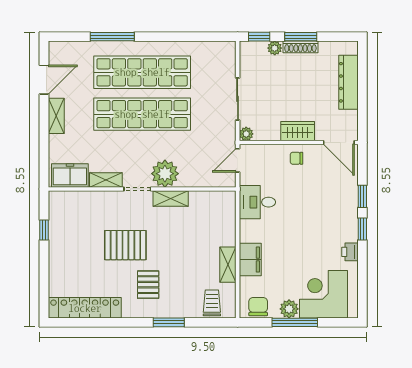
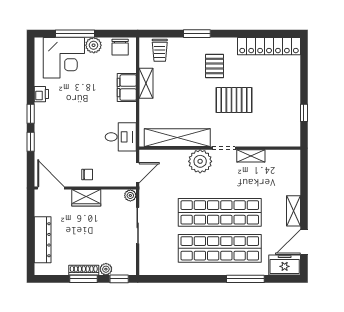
freezer: (70, 175) -> (285, 265), moved, turned 180
shelving: (171, 199) -> (177, 138), width x2.20, depth x1.33
window: (295, 322) -> (75, 34), moved

